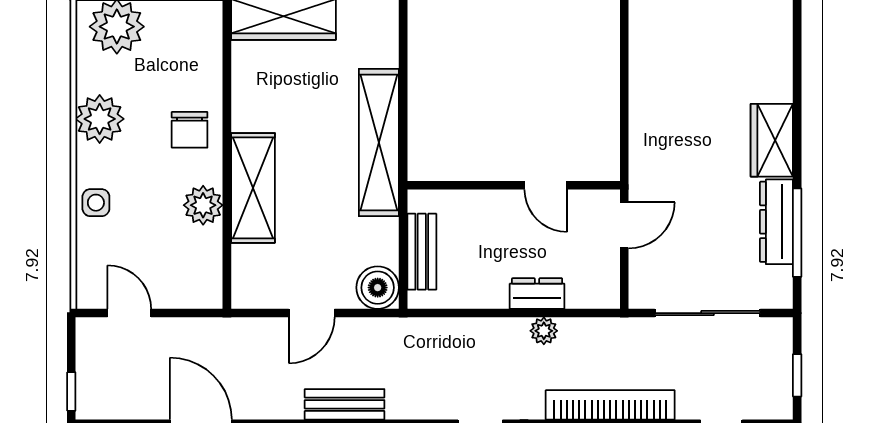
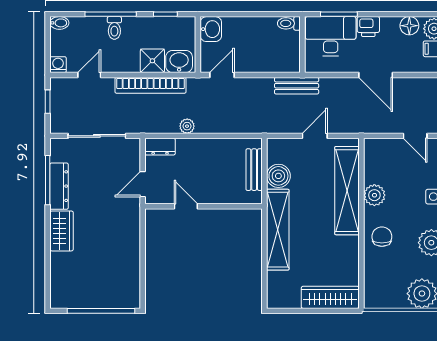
shelving: (253, 188) -> (347, 191), width x1.47
boiler: (378, 288) -> (278, 176), moved
dresser: (537, 294) -> (160, 147), moved

